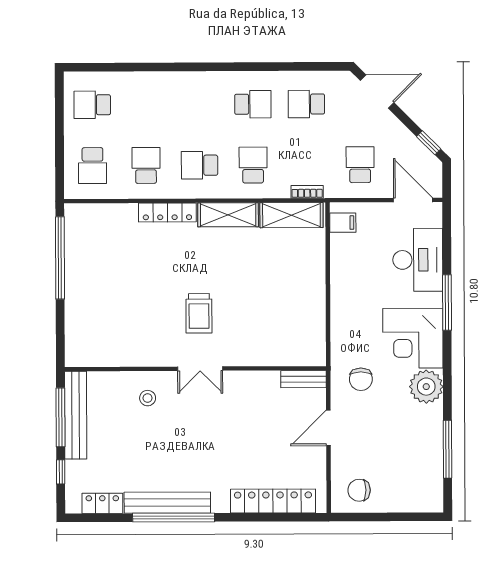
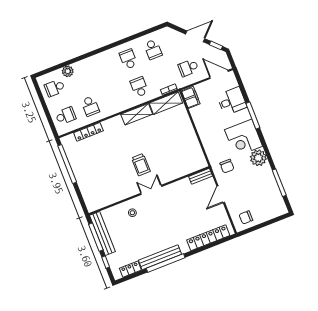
plant: (129, 83) -> (68, 71), added
door: (377, 92) -> (195, 36), moved
school desk: (253, 104) -> (128, 59), turned -90
school desk: (306, 104) -> (153, 49), turned -90
school desk: (146, 165) -> (90, 106), turned 180
school desk: (200, 165) -> (115, 97), removed
school desk: (360, 165) -> (188, 68), turned -90
school desk: (92, 166) -> (66, 116), turned -90
locker: (167, 212) -> (88, 132), moved
filing cabinet: (343, 223) -> (191, 97), width x2.00
desk: (418, 260) -> (232, 101), width x0.73
double door: (200, 369) -> (151, 190), swing flipped

